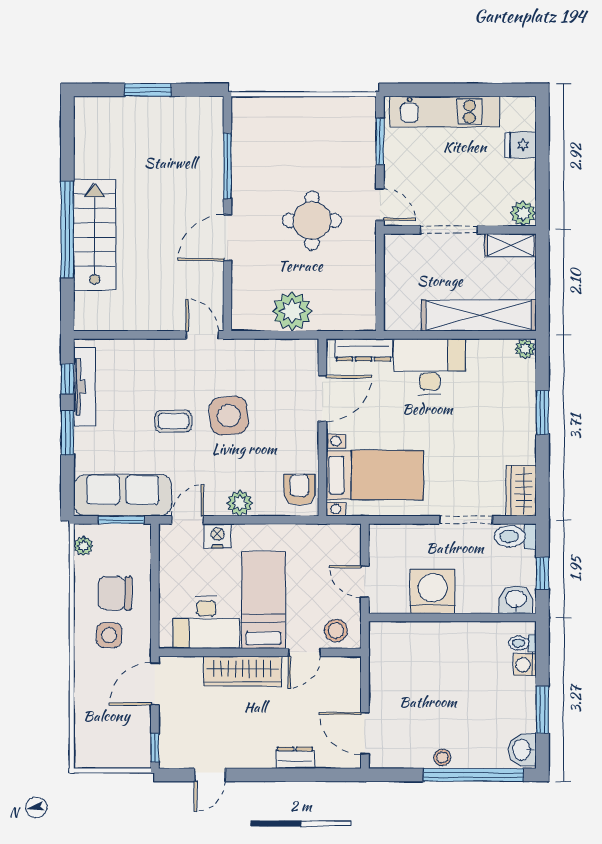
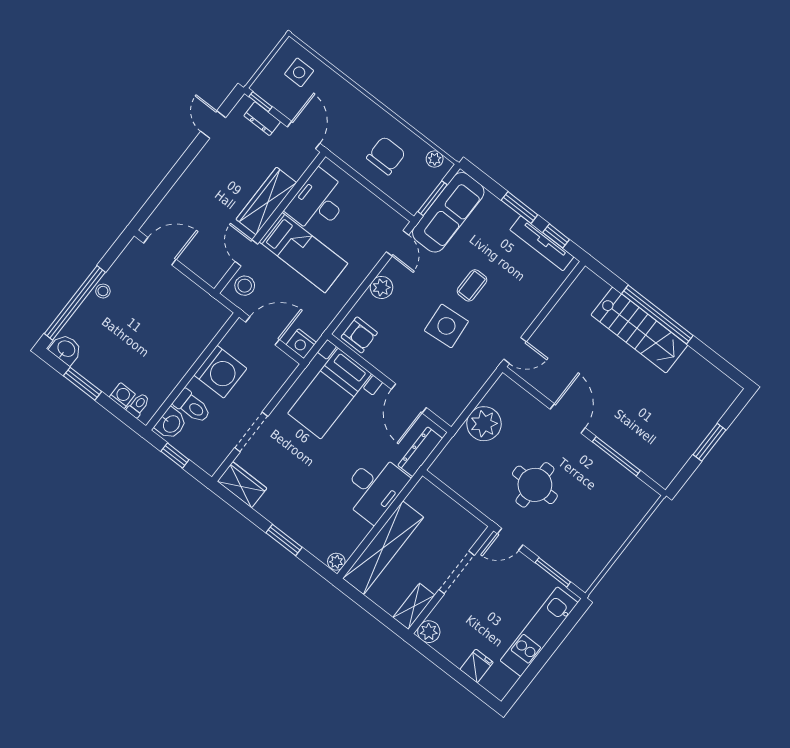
nightstand: (217, 536) -> (301, 344), moved, turned 90
toilet: (515, 536) -> (192, 406), moved, turned 90
door: (365, 582) -> (263, 331), width x1.38
side table: (109, 635) -> (299, 72), moved
dresser: (295, 758) -> (262, 119), moved, turned 90

